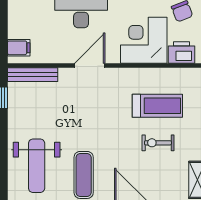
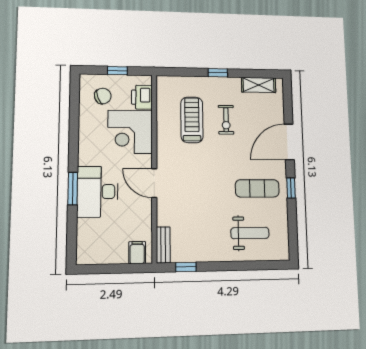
bench: (33, 75) -> (163, 245), width x0.73
weight bench: (37, 166) -> (250, 233), width x0.73, depth x0.75

